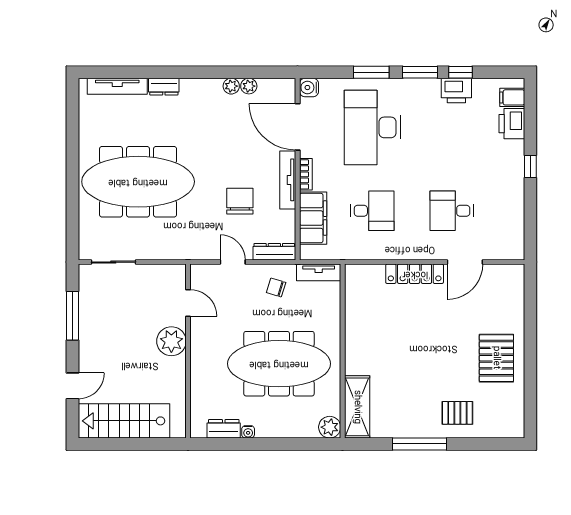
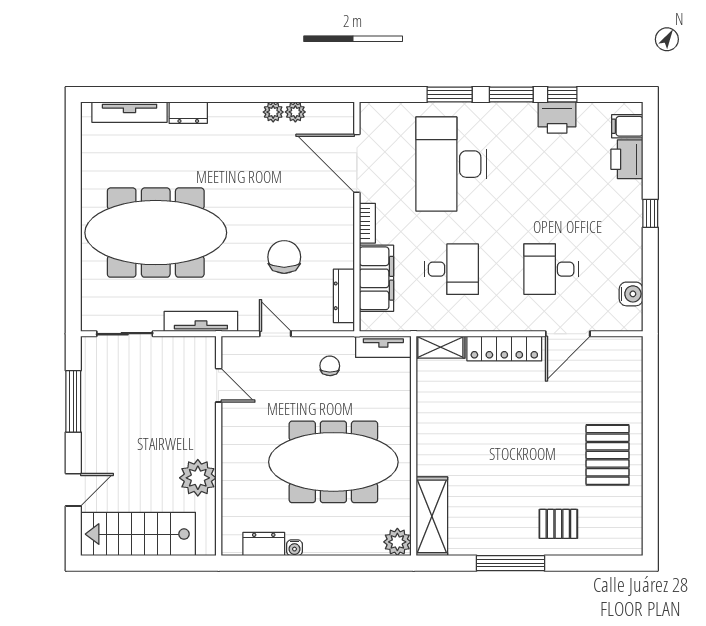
water cooler: (309, 88) -> (631, 294), moved, turned 180
tv unit: (288, 180) -> (201, 321), moved, turned 90
dresser: (274, 252) -> (344, 296), moved, turned -90
shelving: (364, 273) -> (440, 347), added
chair: (276, 287) -> (330, 366), turned 74
plant: (171, 341) -> (198, 478), moved

